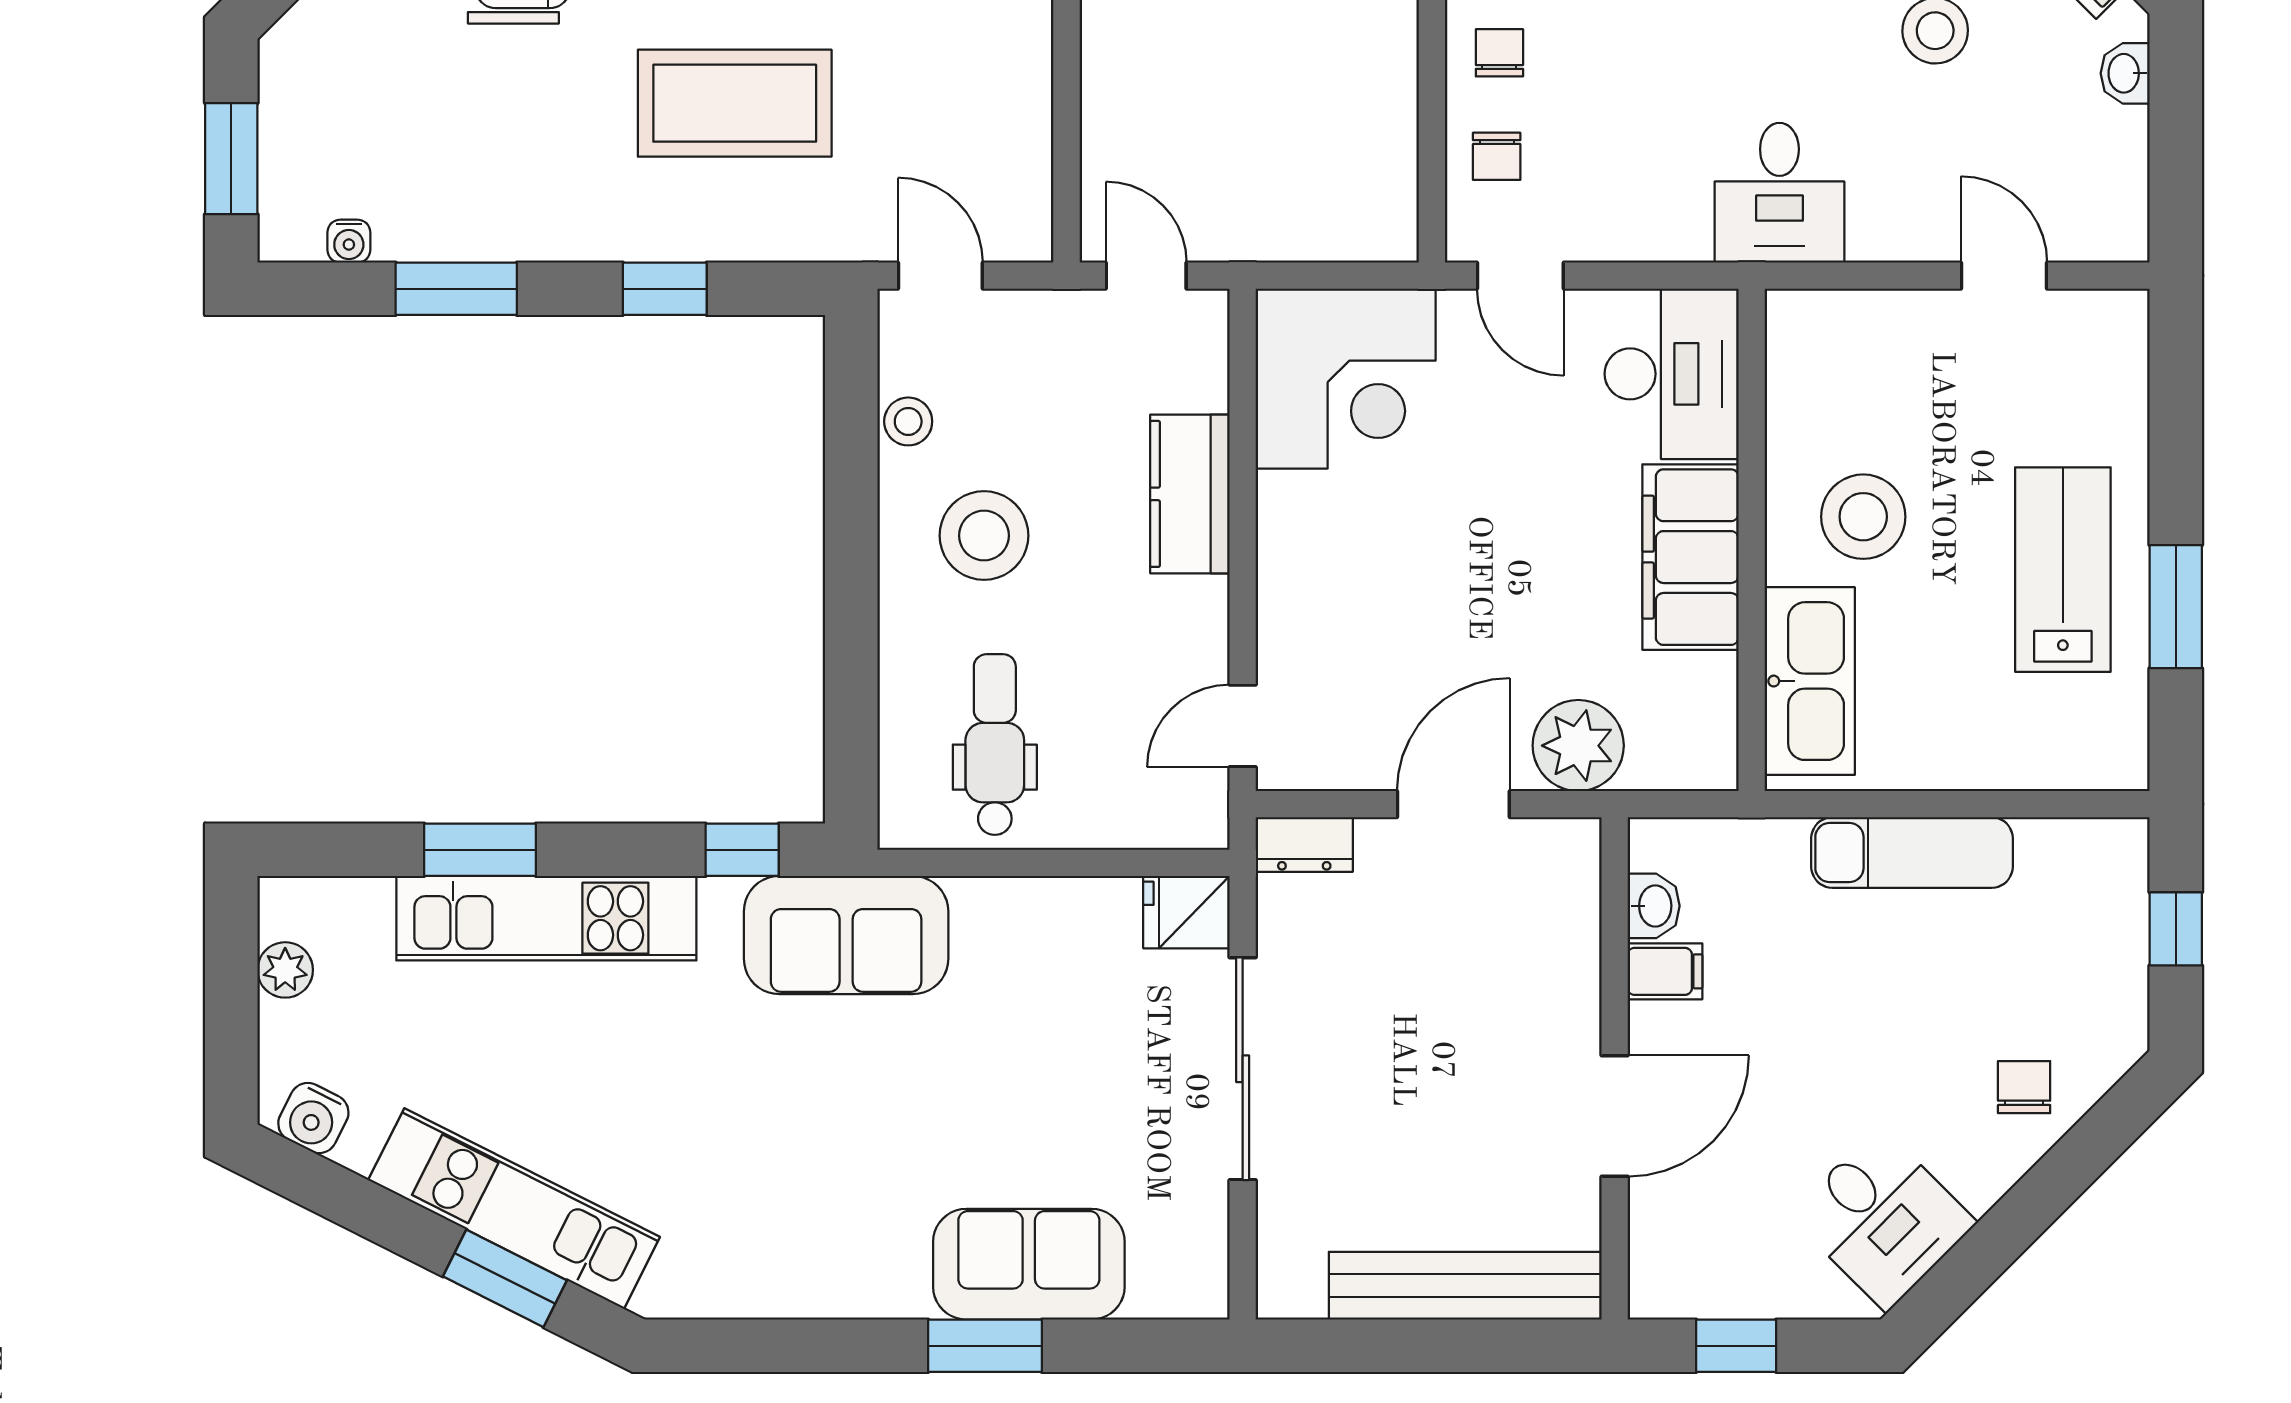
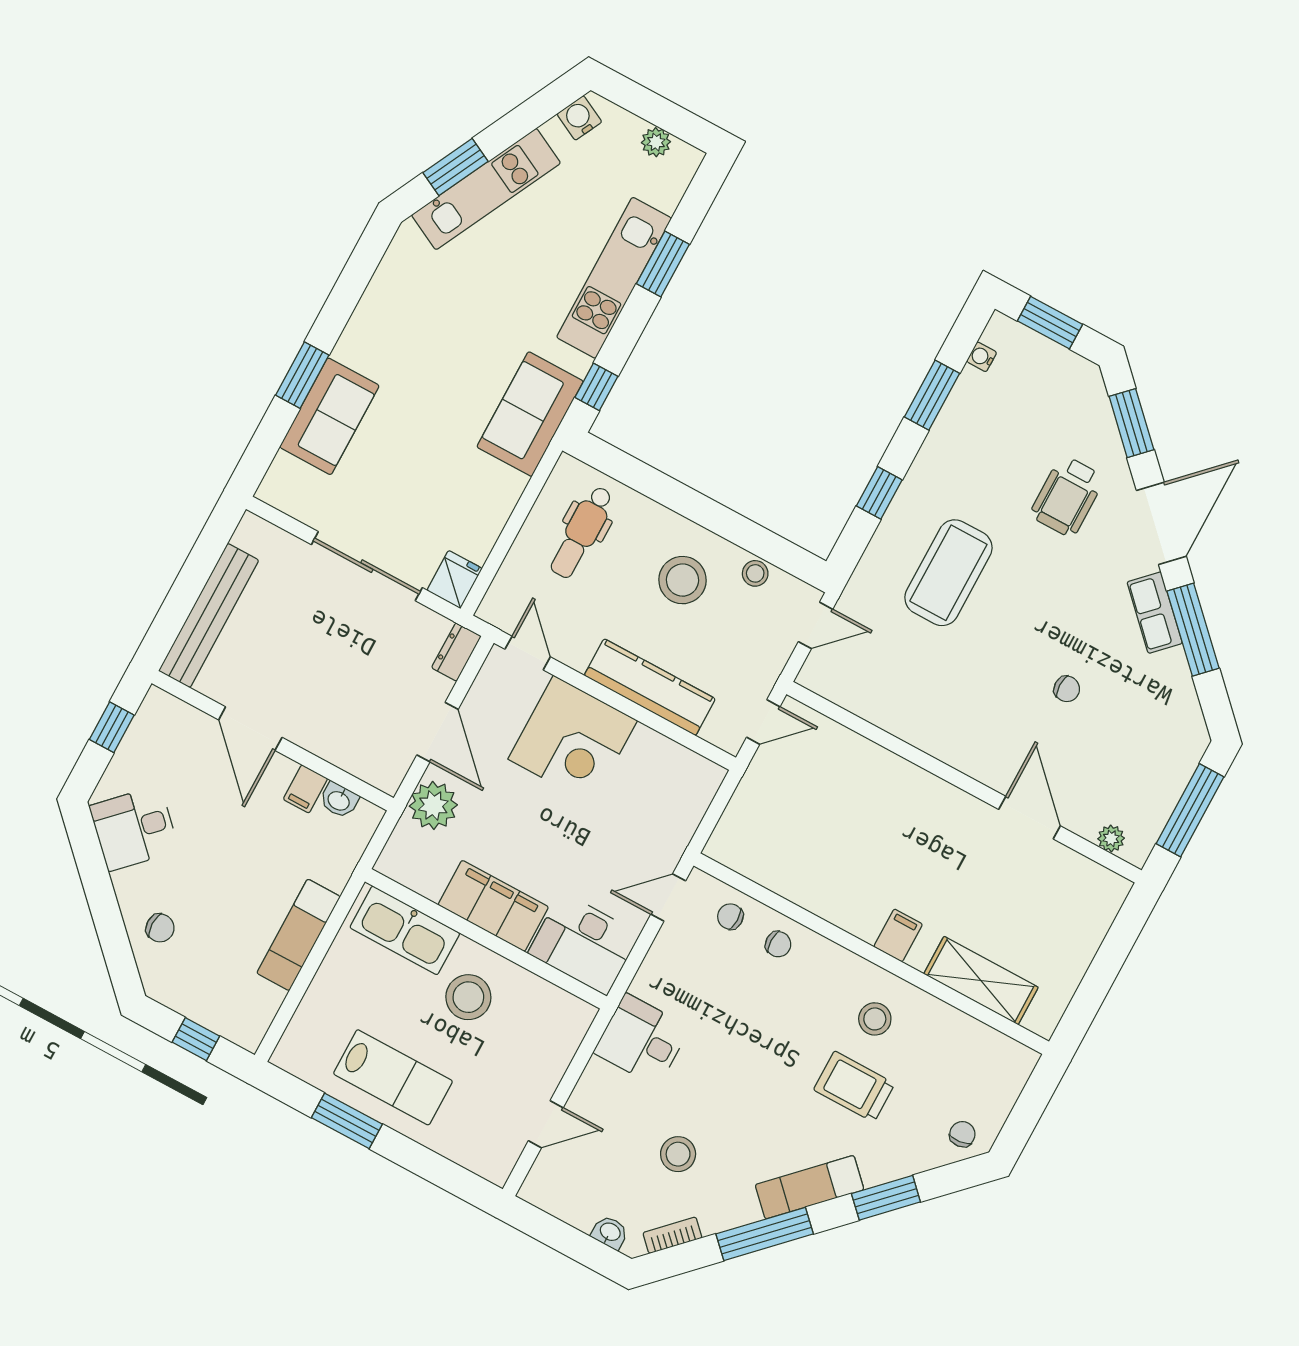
corner desk: (1346, 379) -> (573, 740), moved, turned -90
kitchen counter: (1190, 494) -> (650, 687), width x1.50
dental chair: (995, 745) -> (582, 532), turned 90

